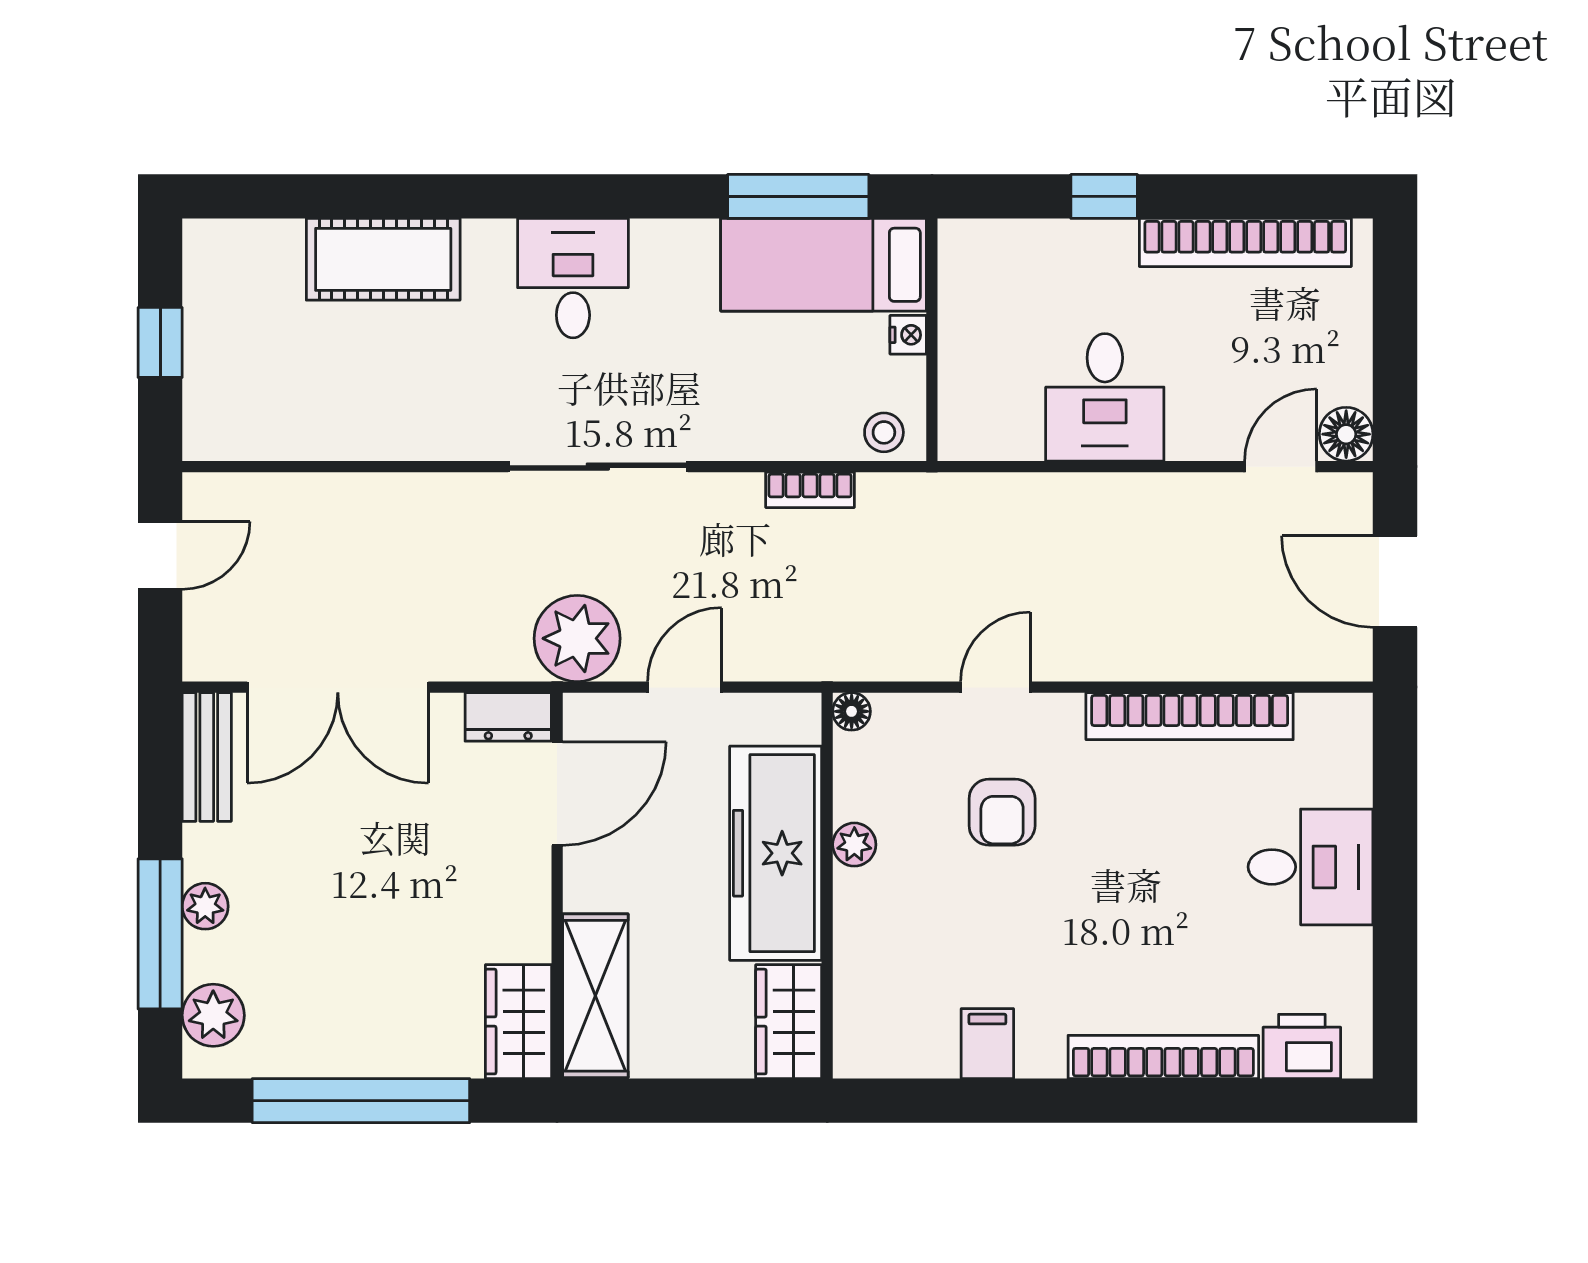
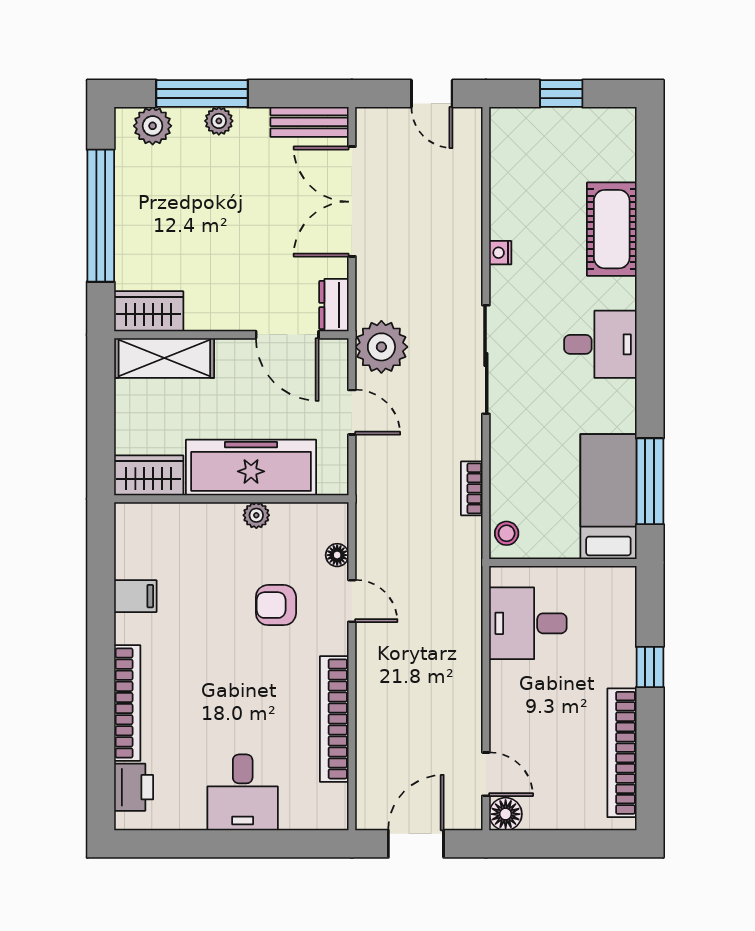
nightstand: (908, 335) -> (500, 253), moved, turned 90
desk: (1105, 397) -> (528, 623), moved
floor lamp: (852, 711) -> (337, 555), moved

